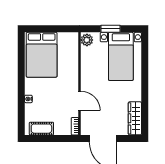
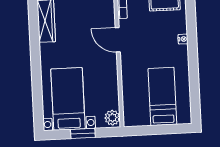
bed: (42, 55) -> (162, 96), width x0.67

